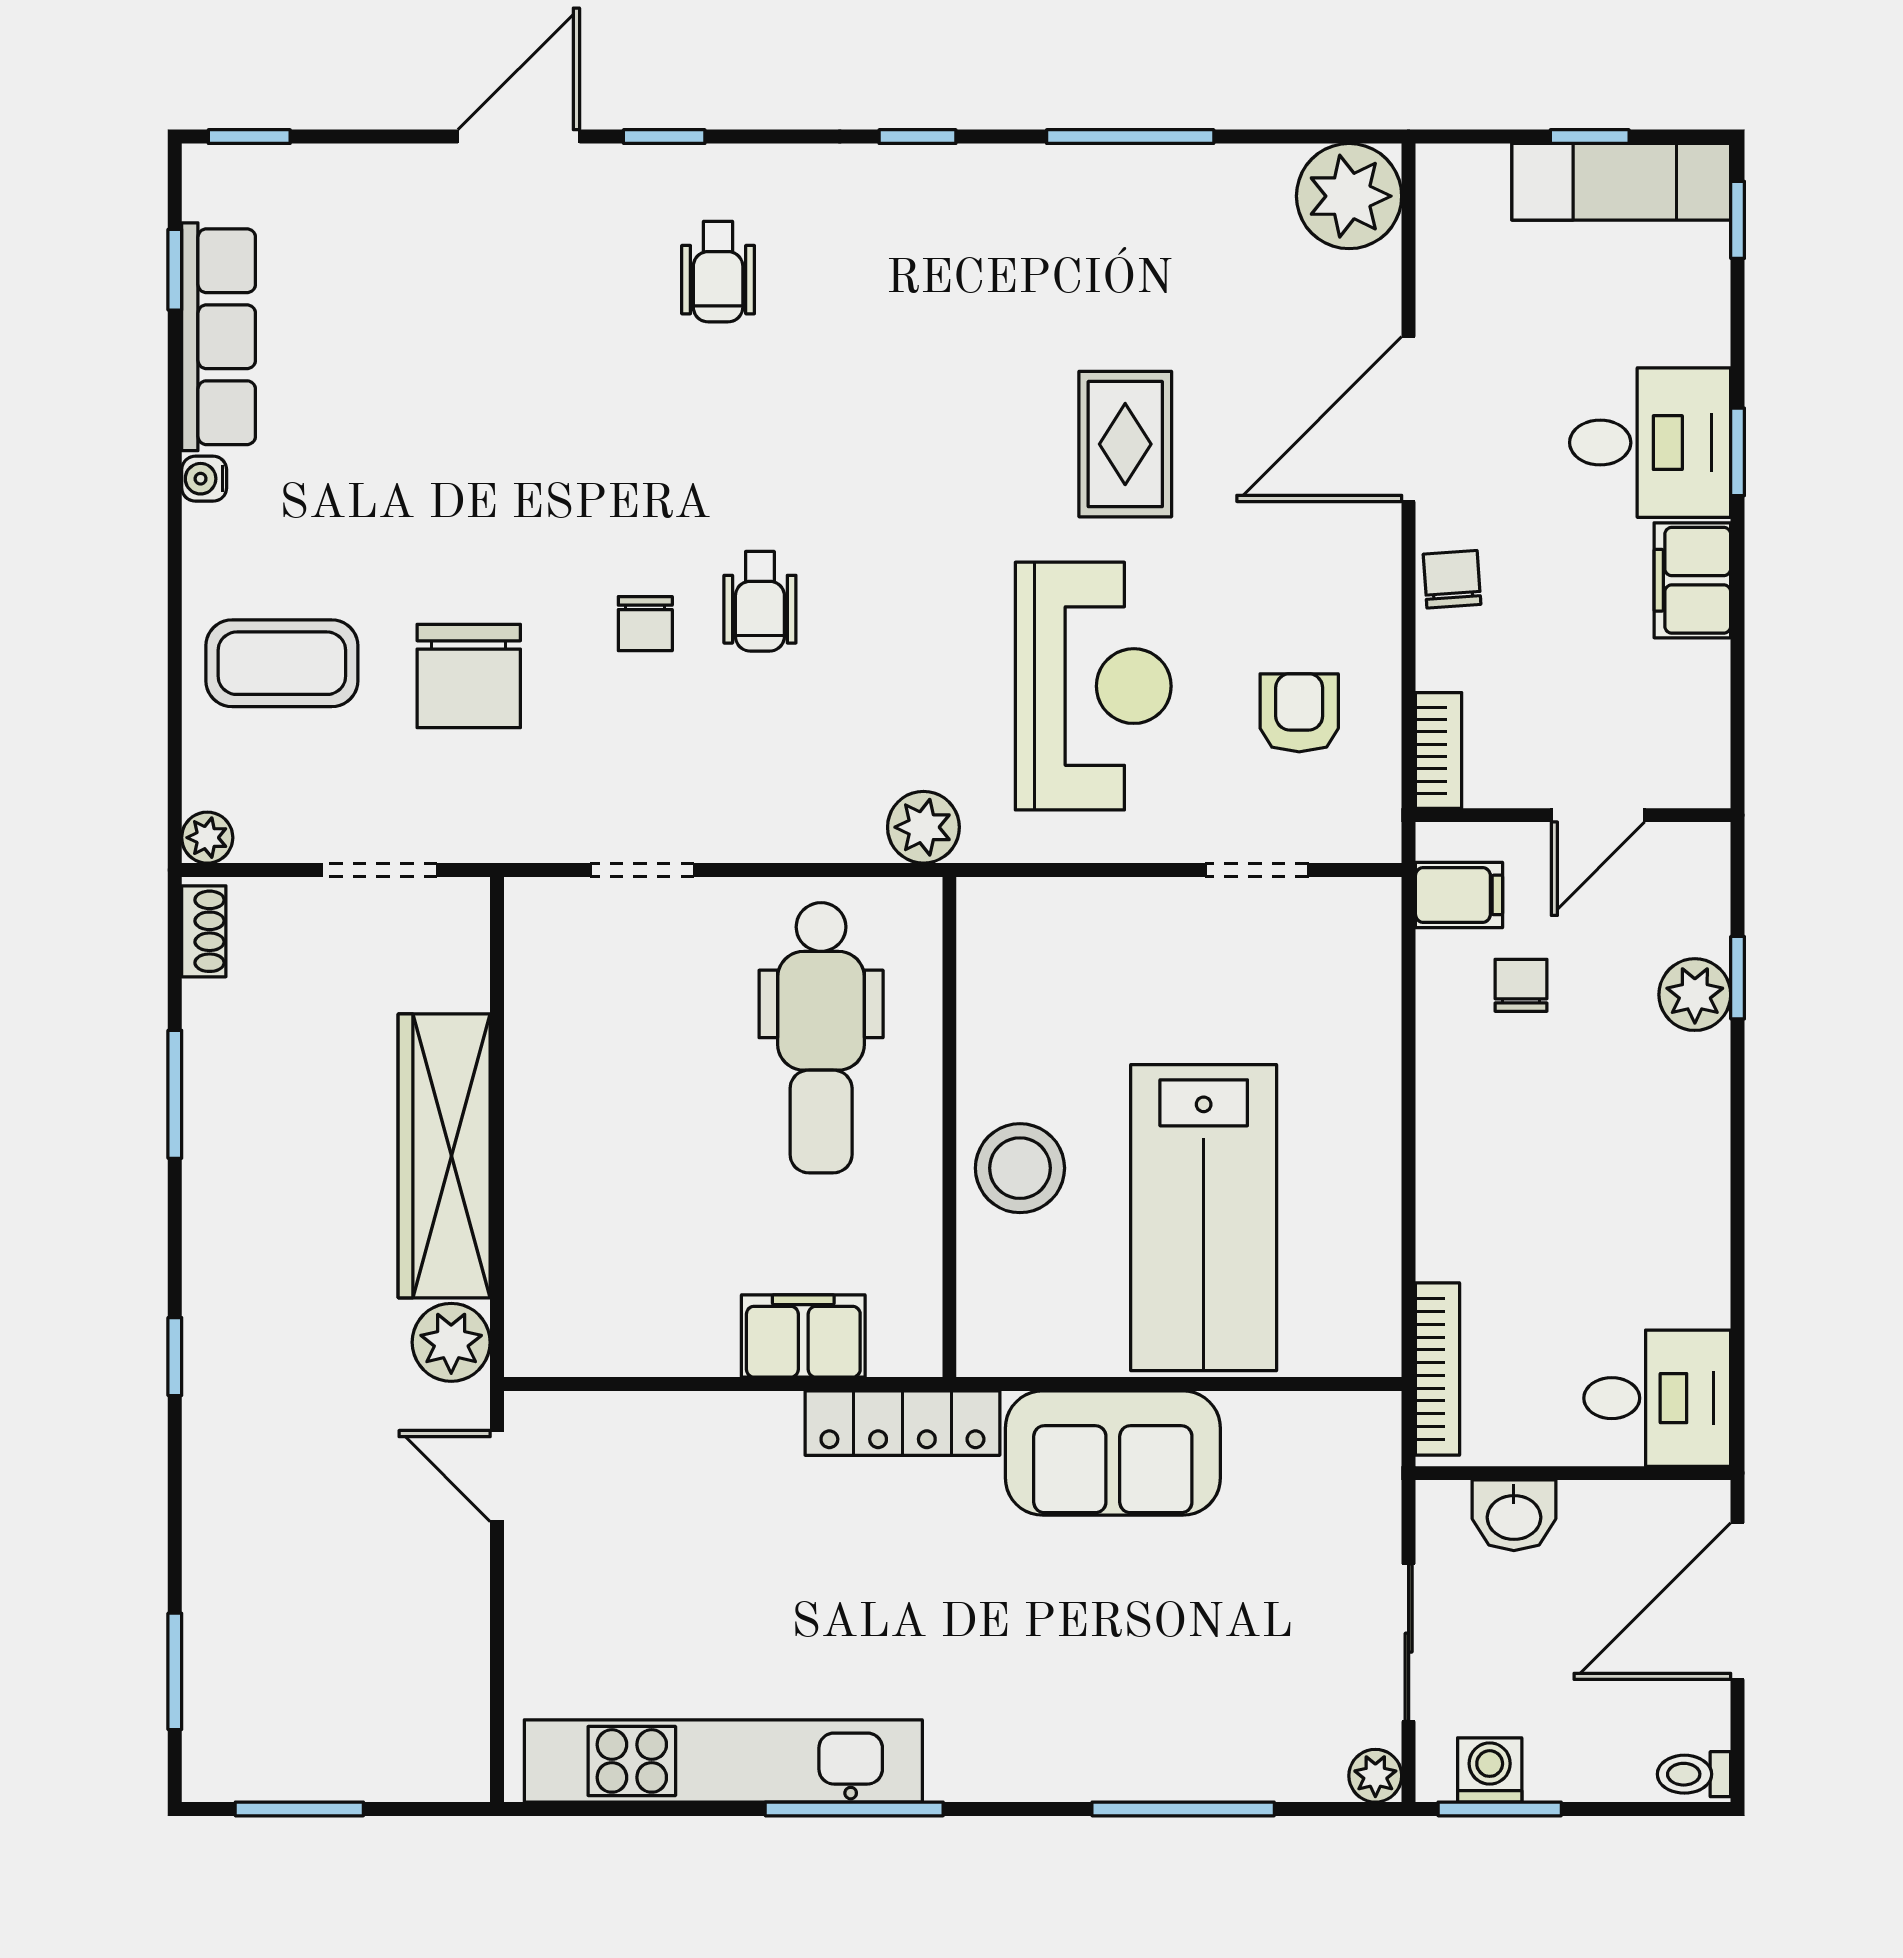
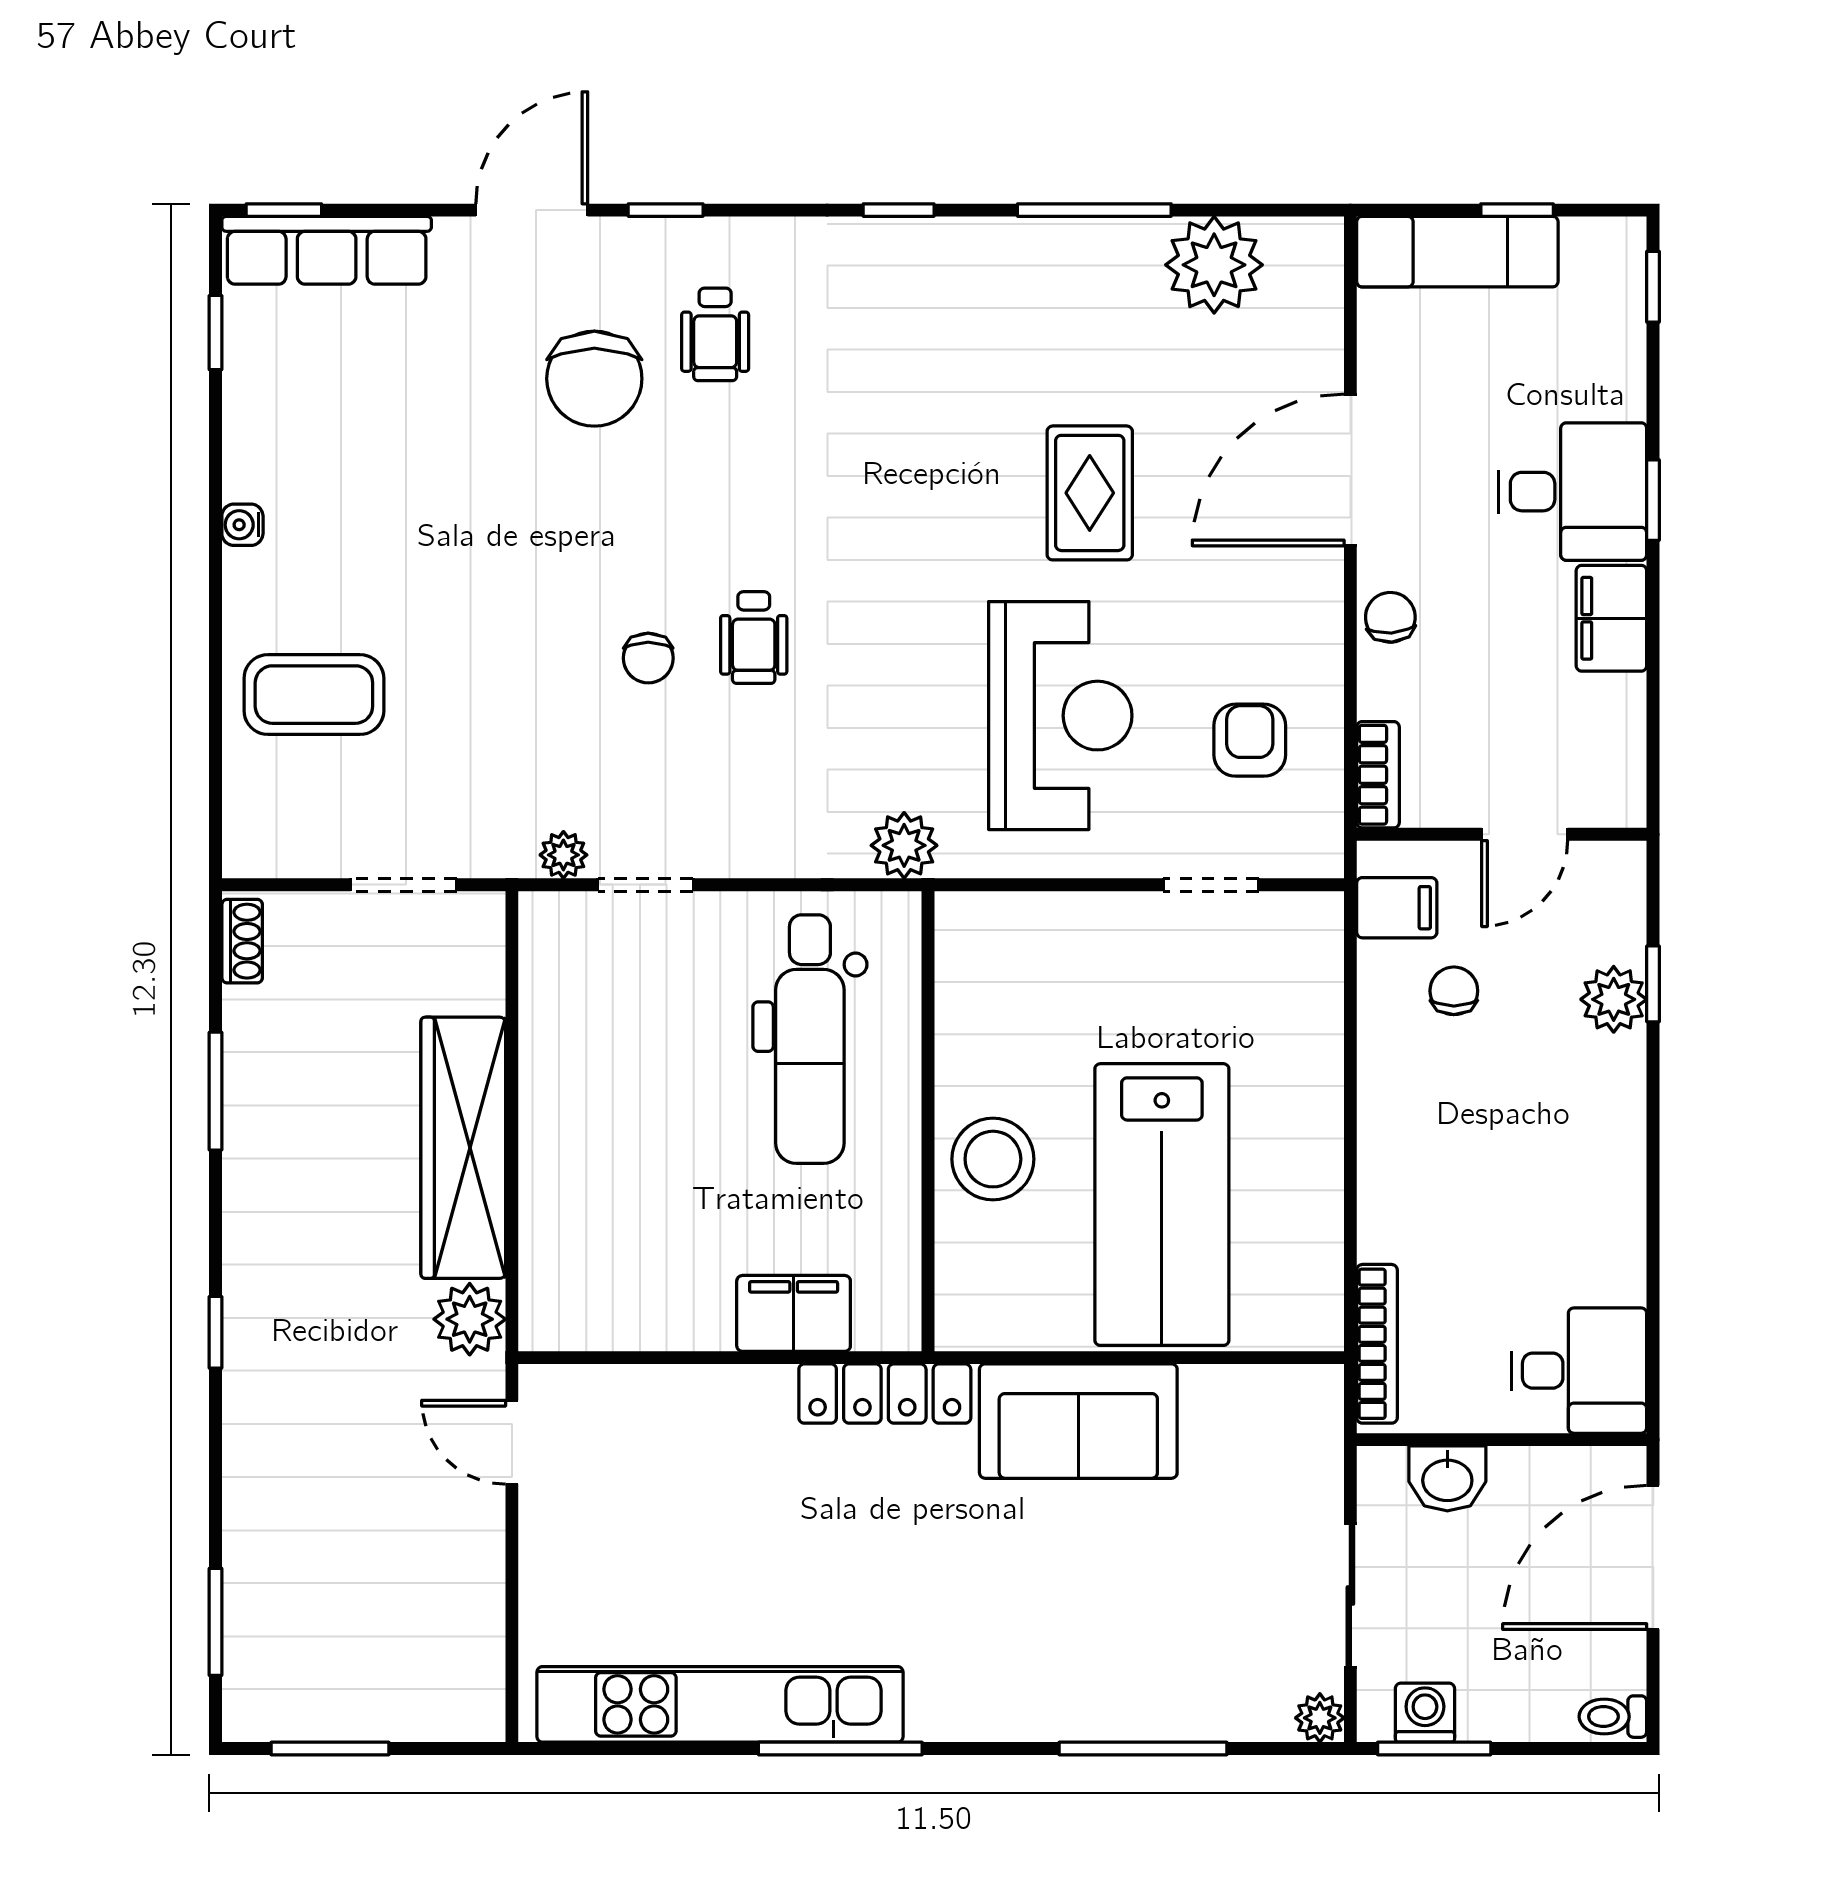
exam couch: (1621, 182) -> (1457, 252), moved
plant: (1349, 196) -> (1214, 265), moved
row of seats: (219, 337) -> (327, 250), moved, turned 90
chair: (469, 676) -> (594, 379), moved
plant: (207, 838) -> (563, 855), moved

